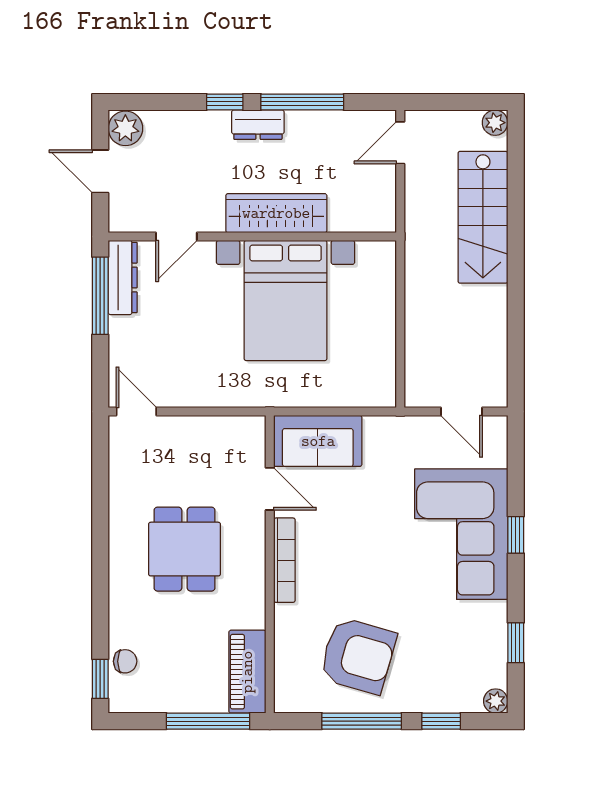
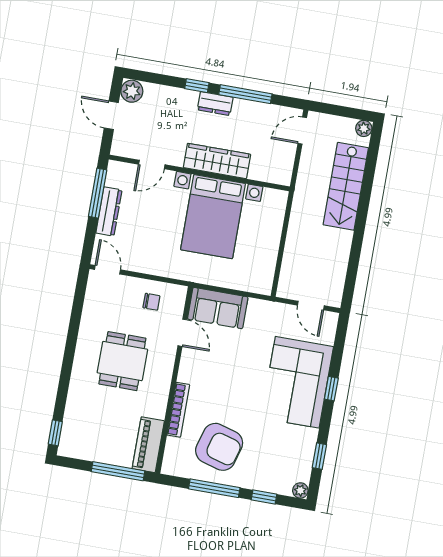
dresser: (123, 277) -> (109, 211), moved
bookcase: (284, 560) -> (178, 410), moved
chair: (125, 661) -> (151, 302), moved

